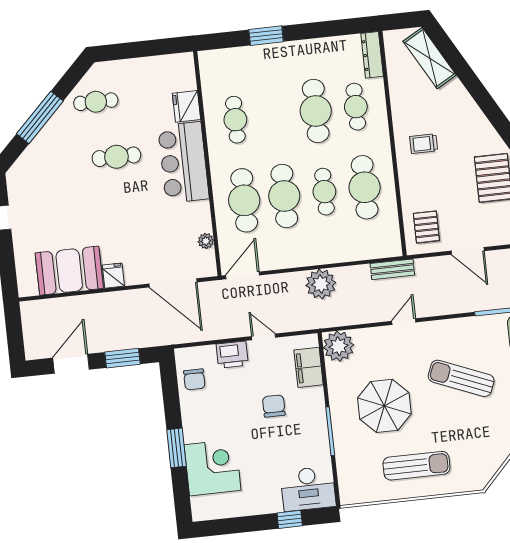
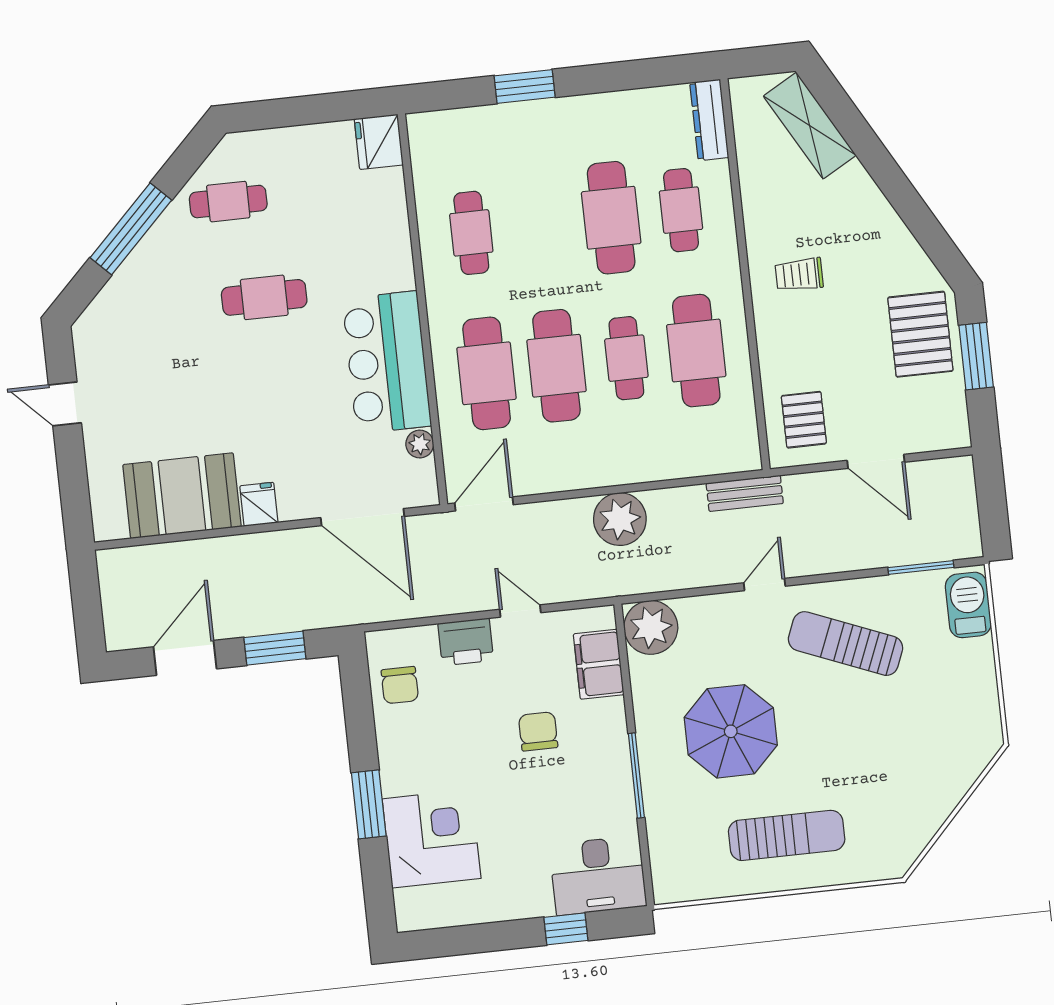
fridge: (186, 106) -> (379, 142), moved
bar counter: (183, 162) -> (387, 362), moved
sun lounger: (461, 378) -> (845, 644), moved

